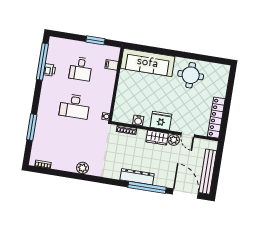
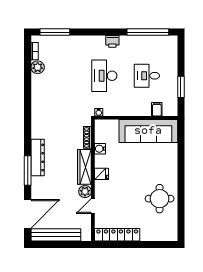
sofa: (148, 62) -> (148, 131), moved, turned -90
printer: (49, 70) -> (112, 41), moved
fridge: (161, 121) -> (102, 174), width x0.53, depth x0.75
window: (32, 127) -> (55, 32), moved
wardrobe: (157, 138) -> (84, 167), width x1.50
plant: (83, 168) -> (38, 67), moved
window: (147, 187) -> (28, 170), width x0.68

